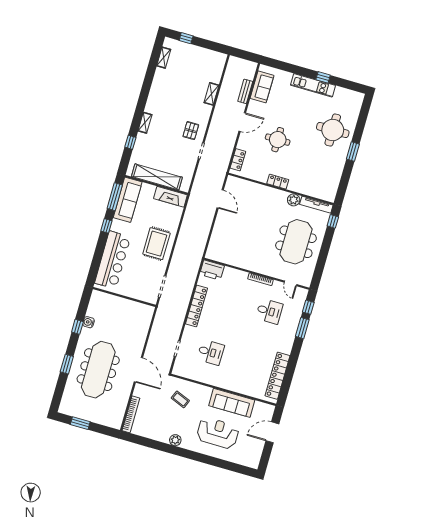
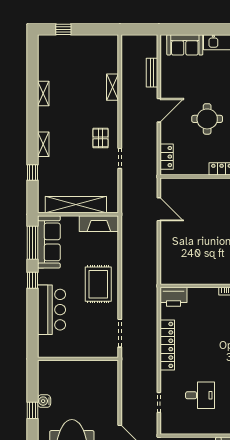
shelving: (164, 58) -> (43, 93), moved
sofa: (262, 87) -> (185, 45), moved, turned 90
bar counter: (113, 260) -> (52, 310), width x0.73

